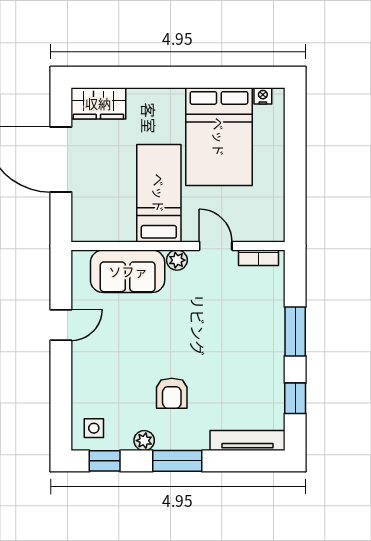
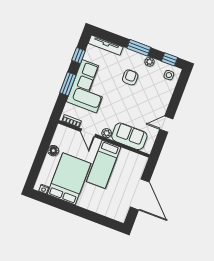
wardrobe: (98, 103) -> (115, 212), removed
floor lamp: (273, 183) -> (53, 151), added
corner sofa: (249, 343) -> (89, 86), added

